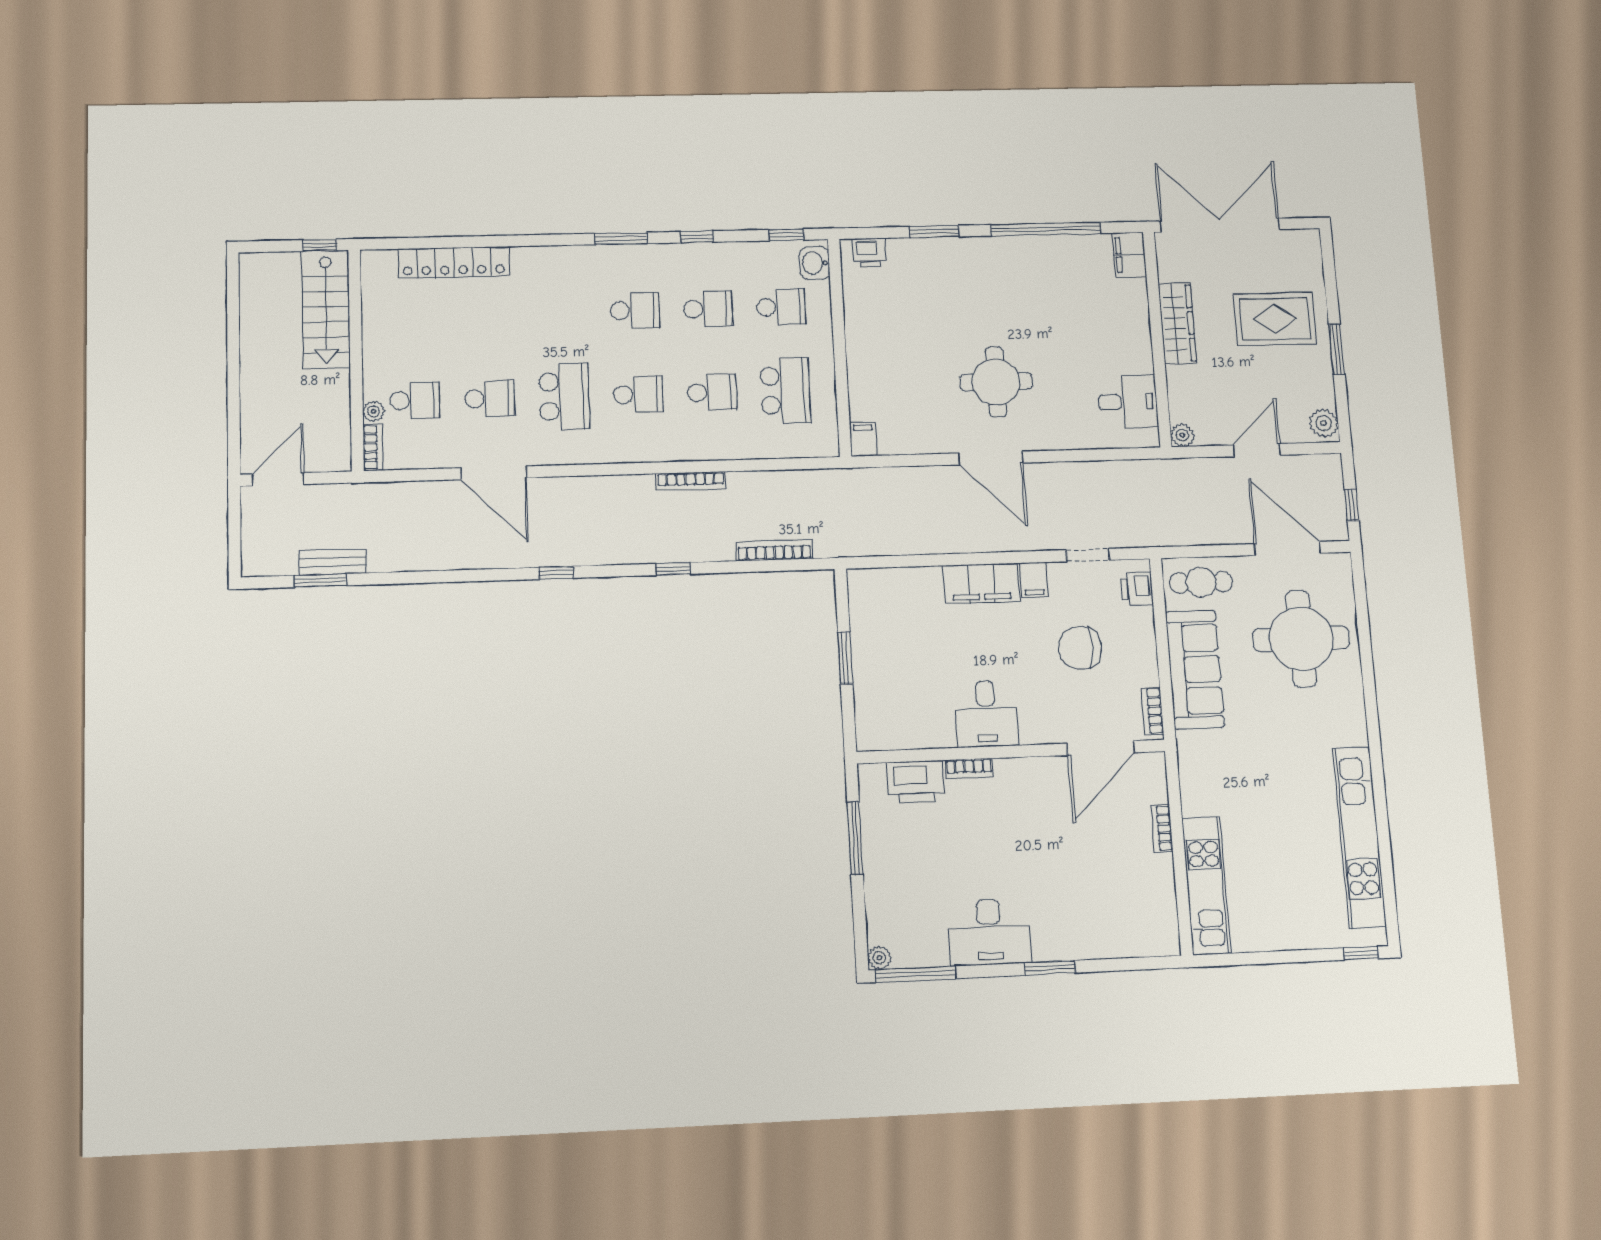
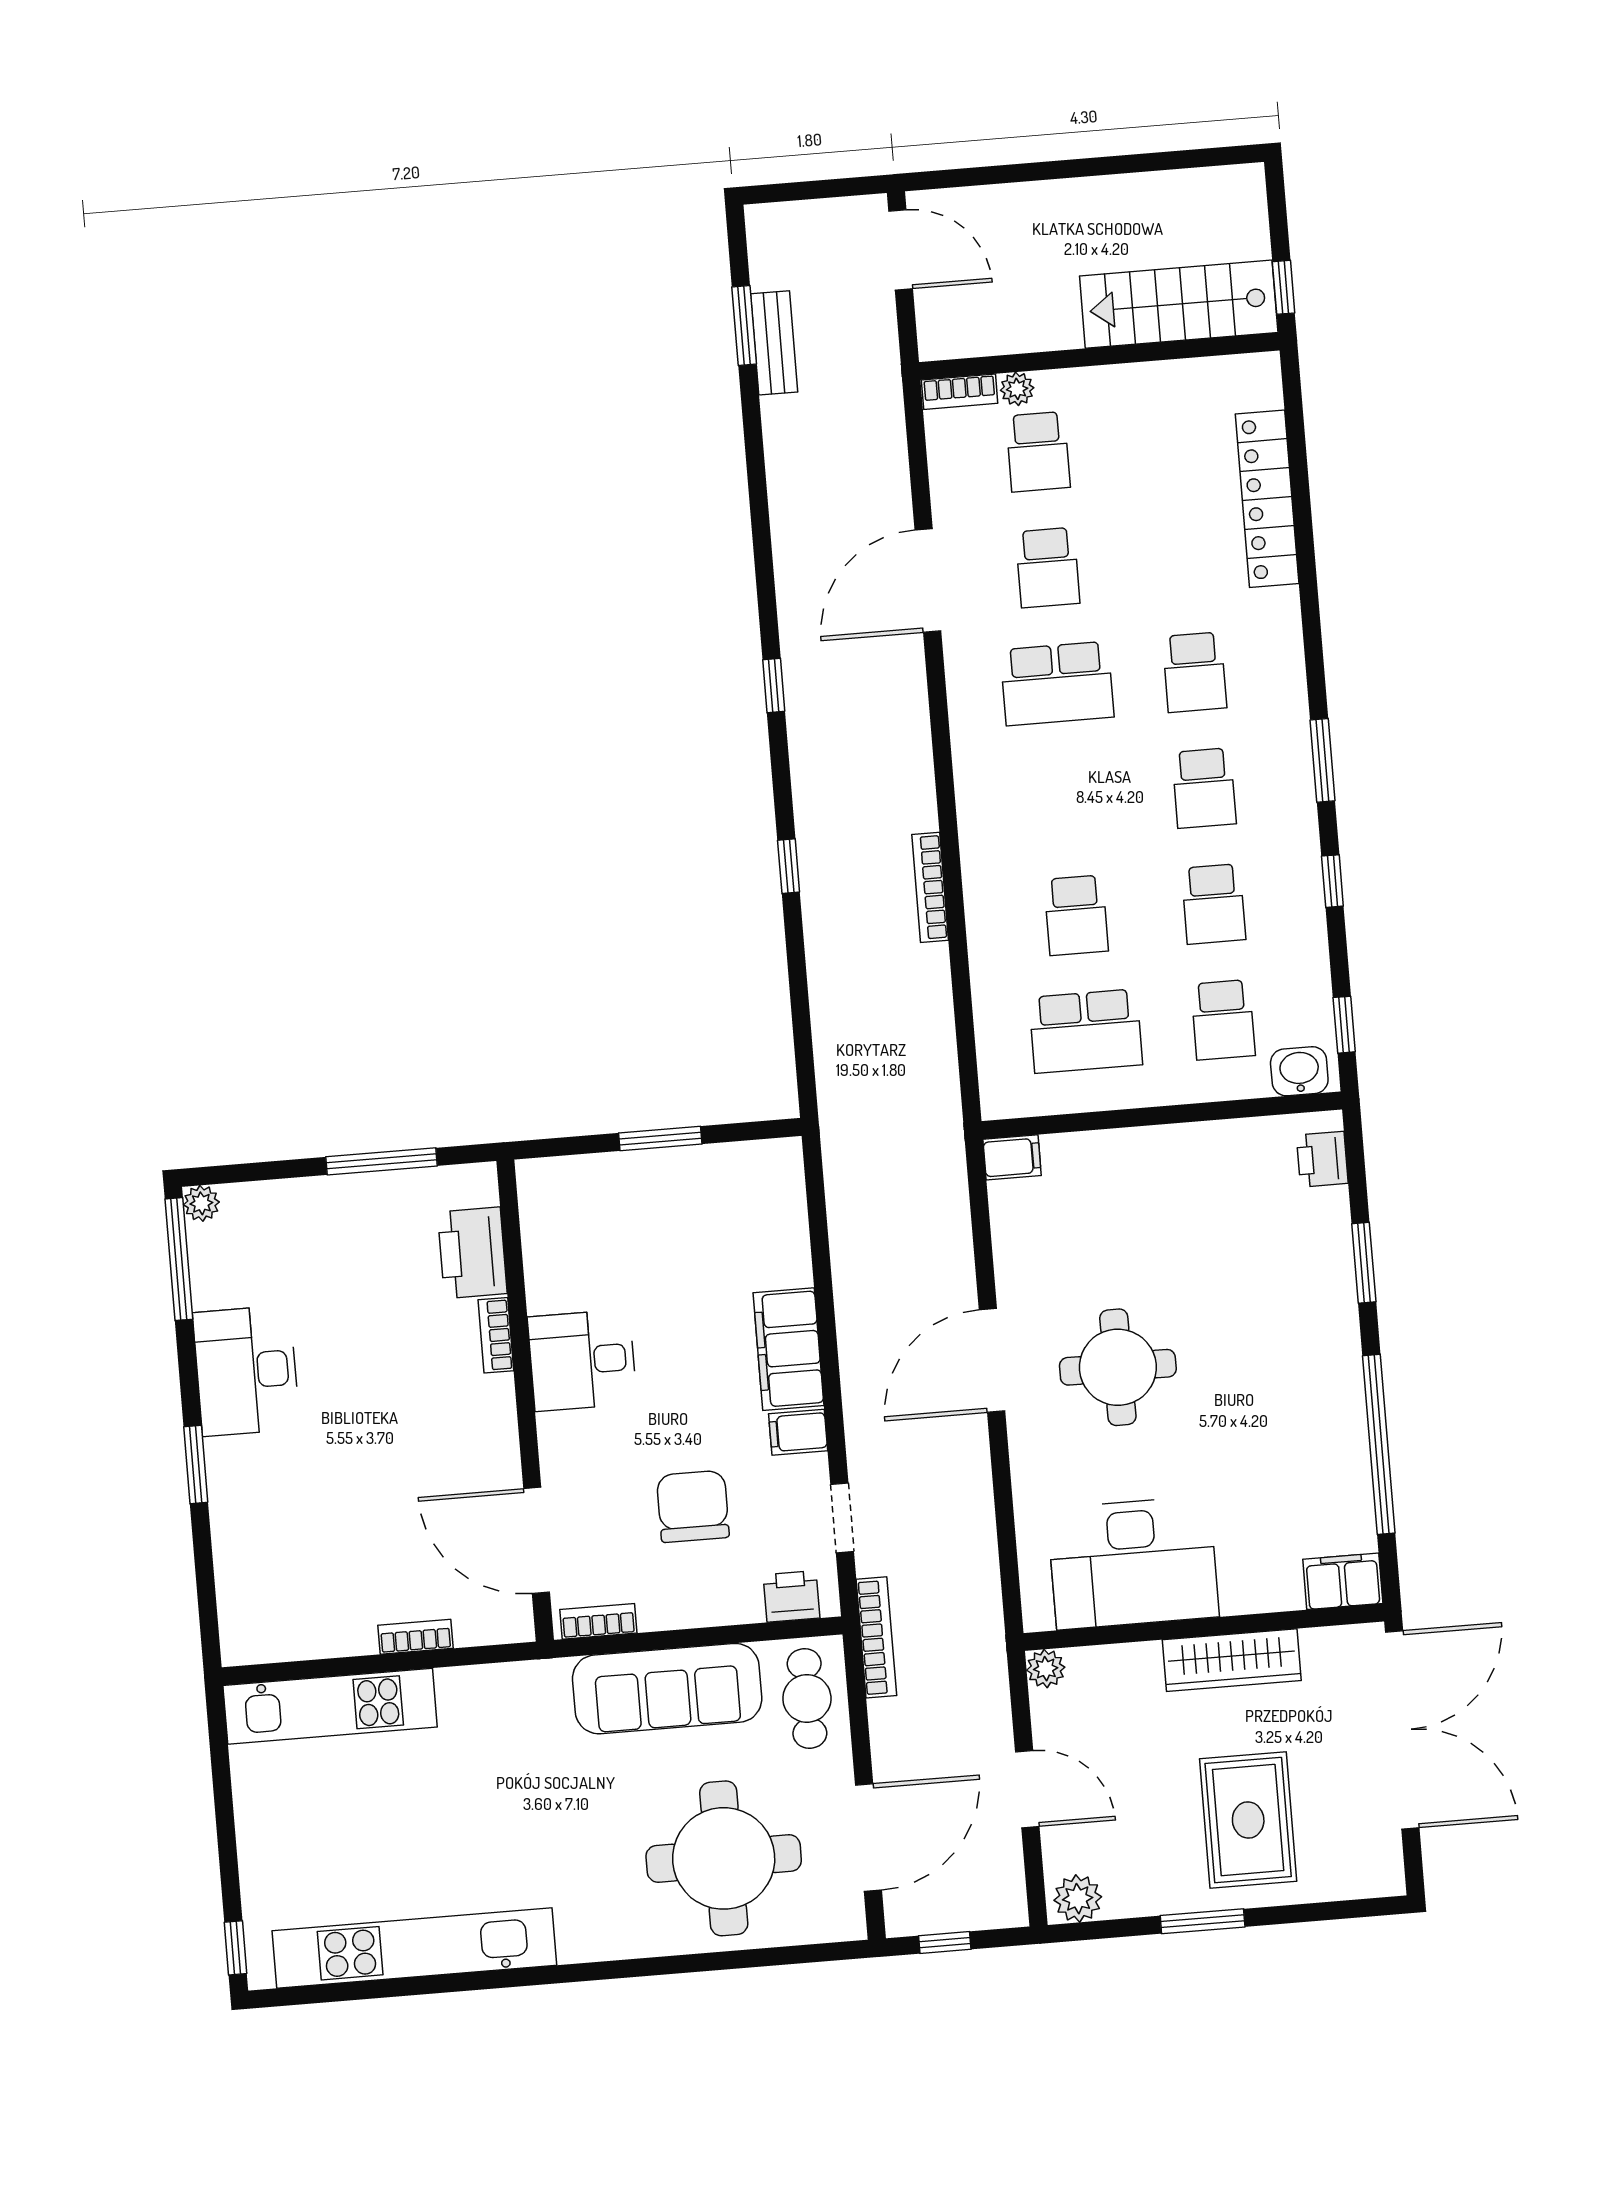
school desk: (638, 394) -> (1194, 672), moved
desk: (1128, 402) -> (1133, 1563), width x1.87, depth x1.30
bookcase: (774, 550) -> (876, 1637), moved

